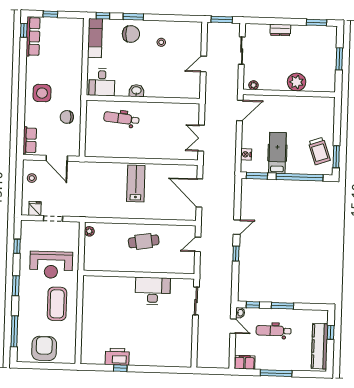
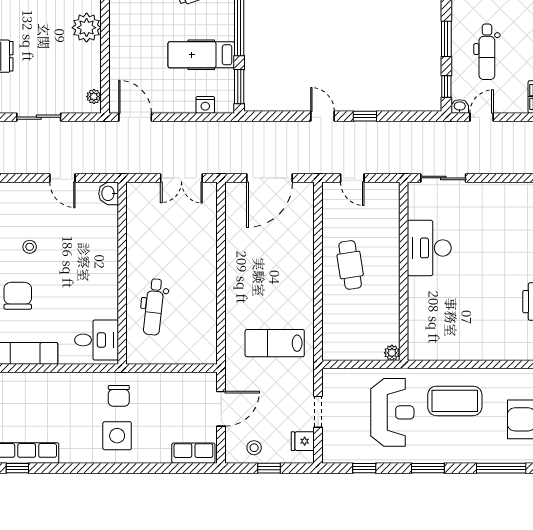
washbasin: (136, 91) -> (109, 193), moved
chair: (67, 117) -> (119, 396), moved
lab bench: (136, 183) -> (275, 343), moved
window: (19, 187) -> (269, 468), added
plant: (89, 231) -> (392, 353), moved

